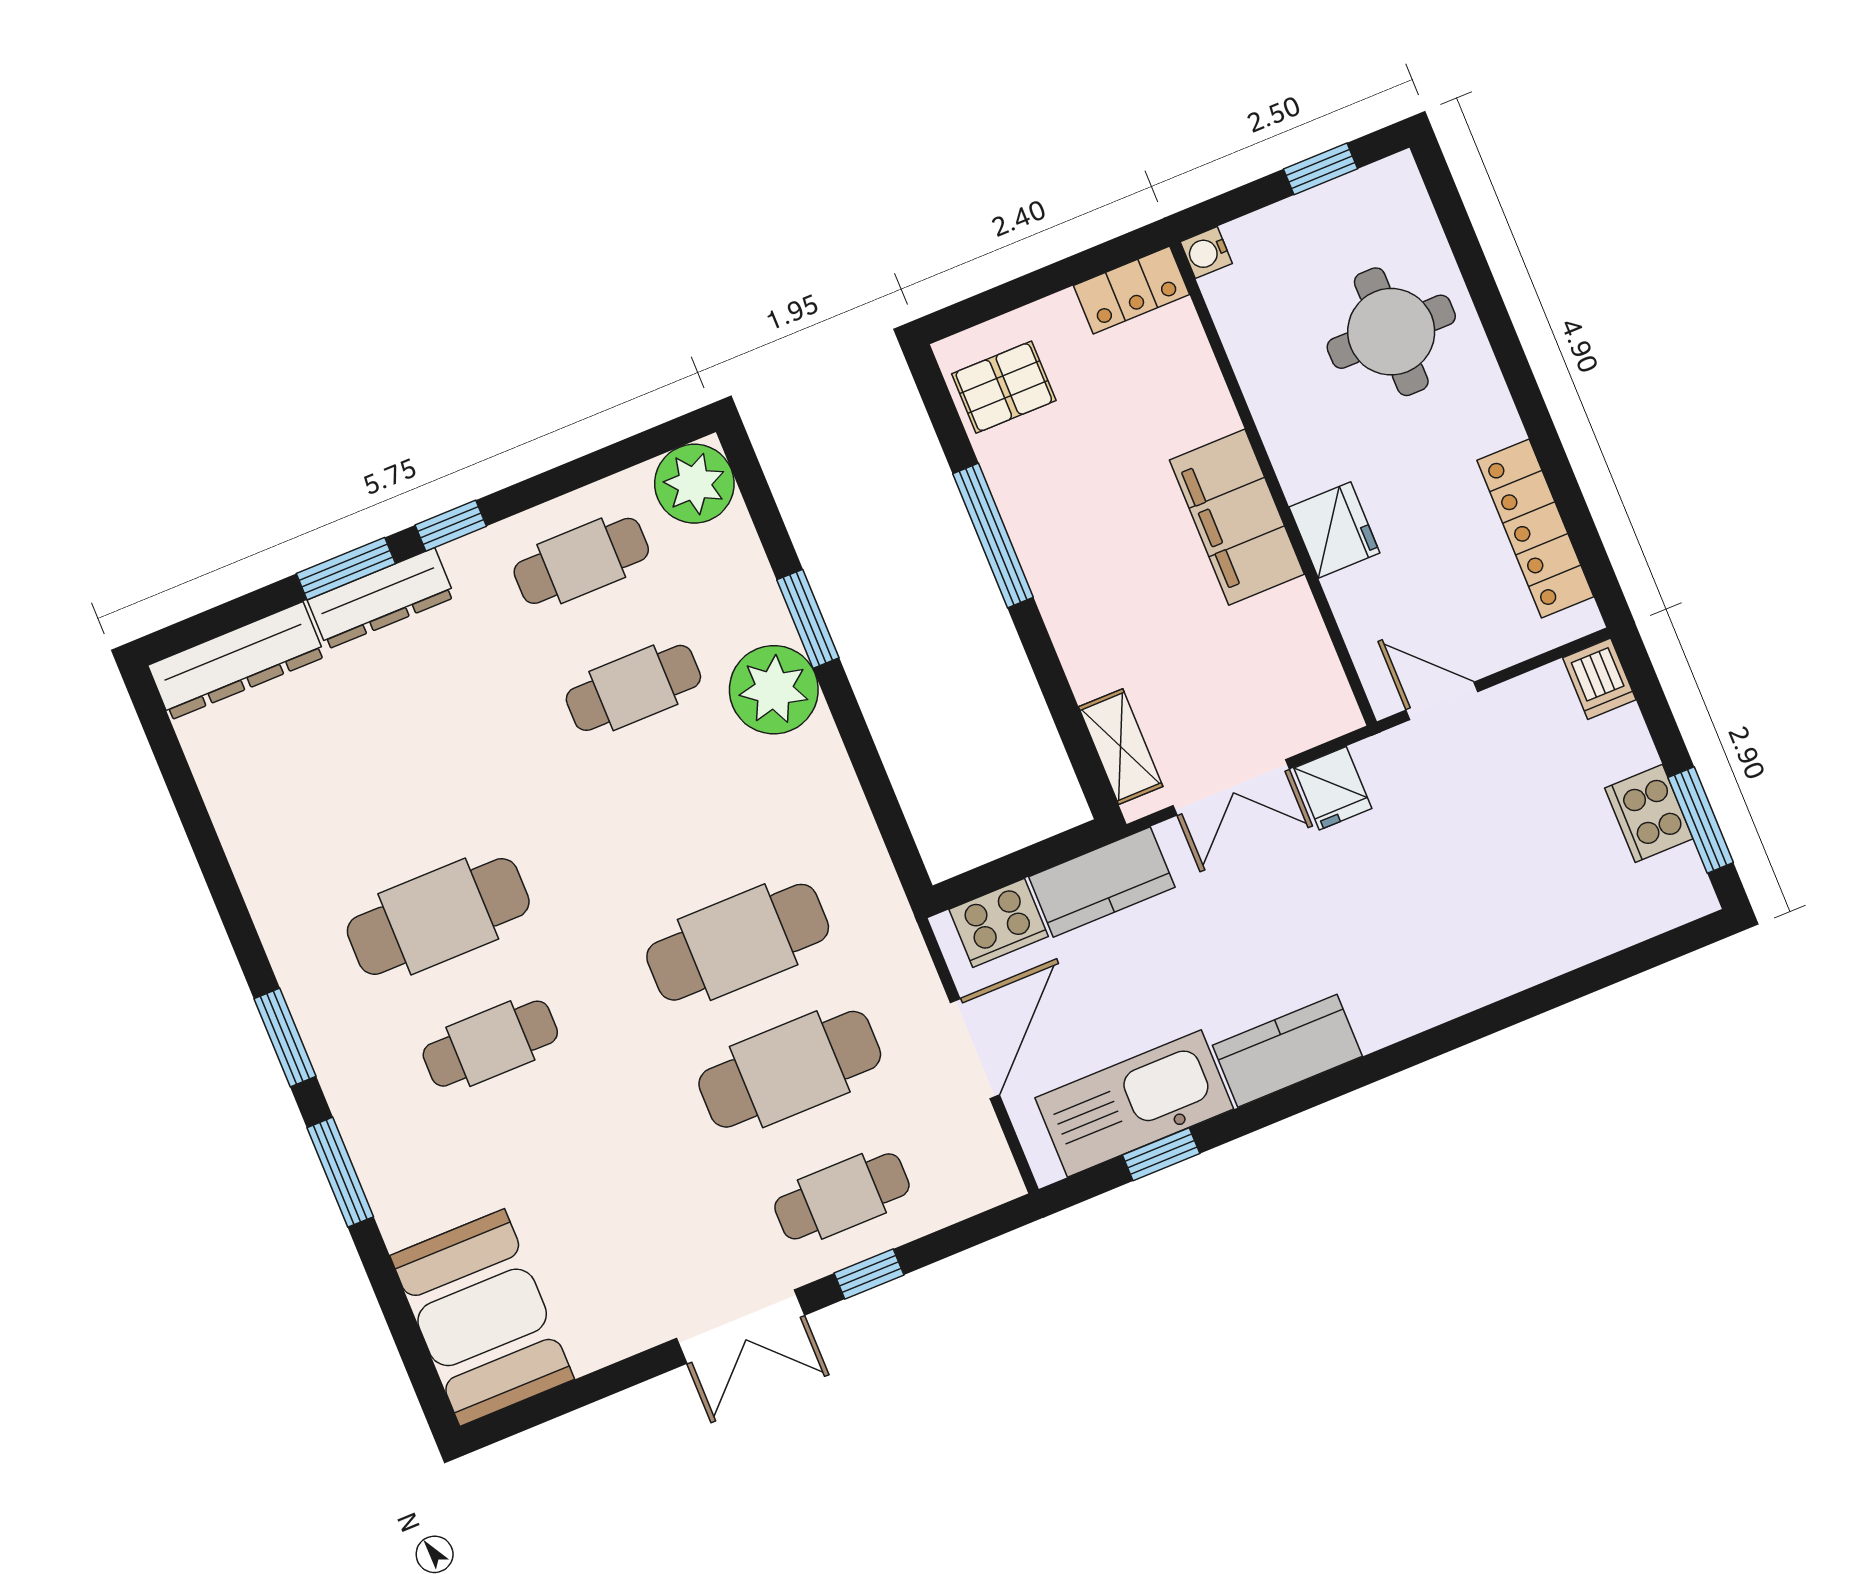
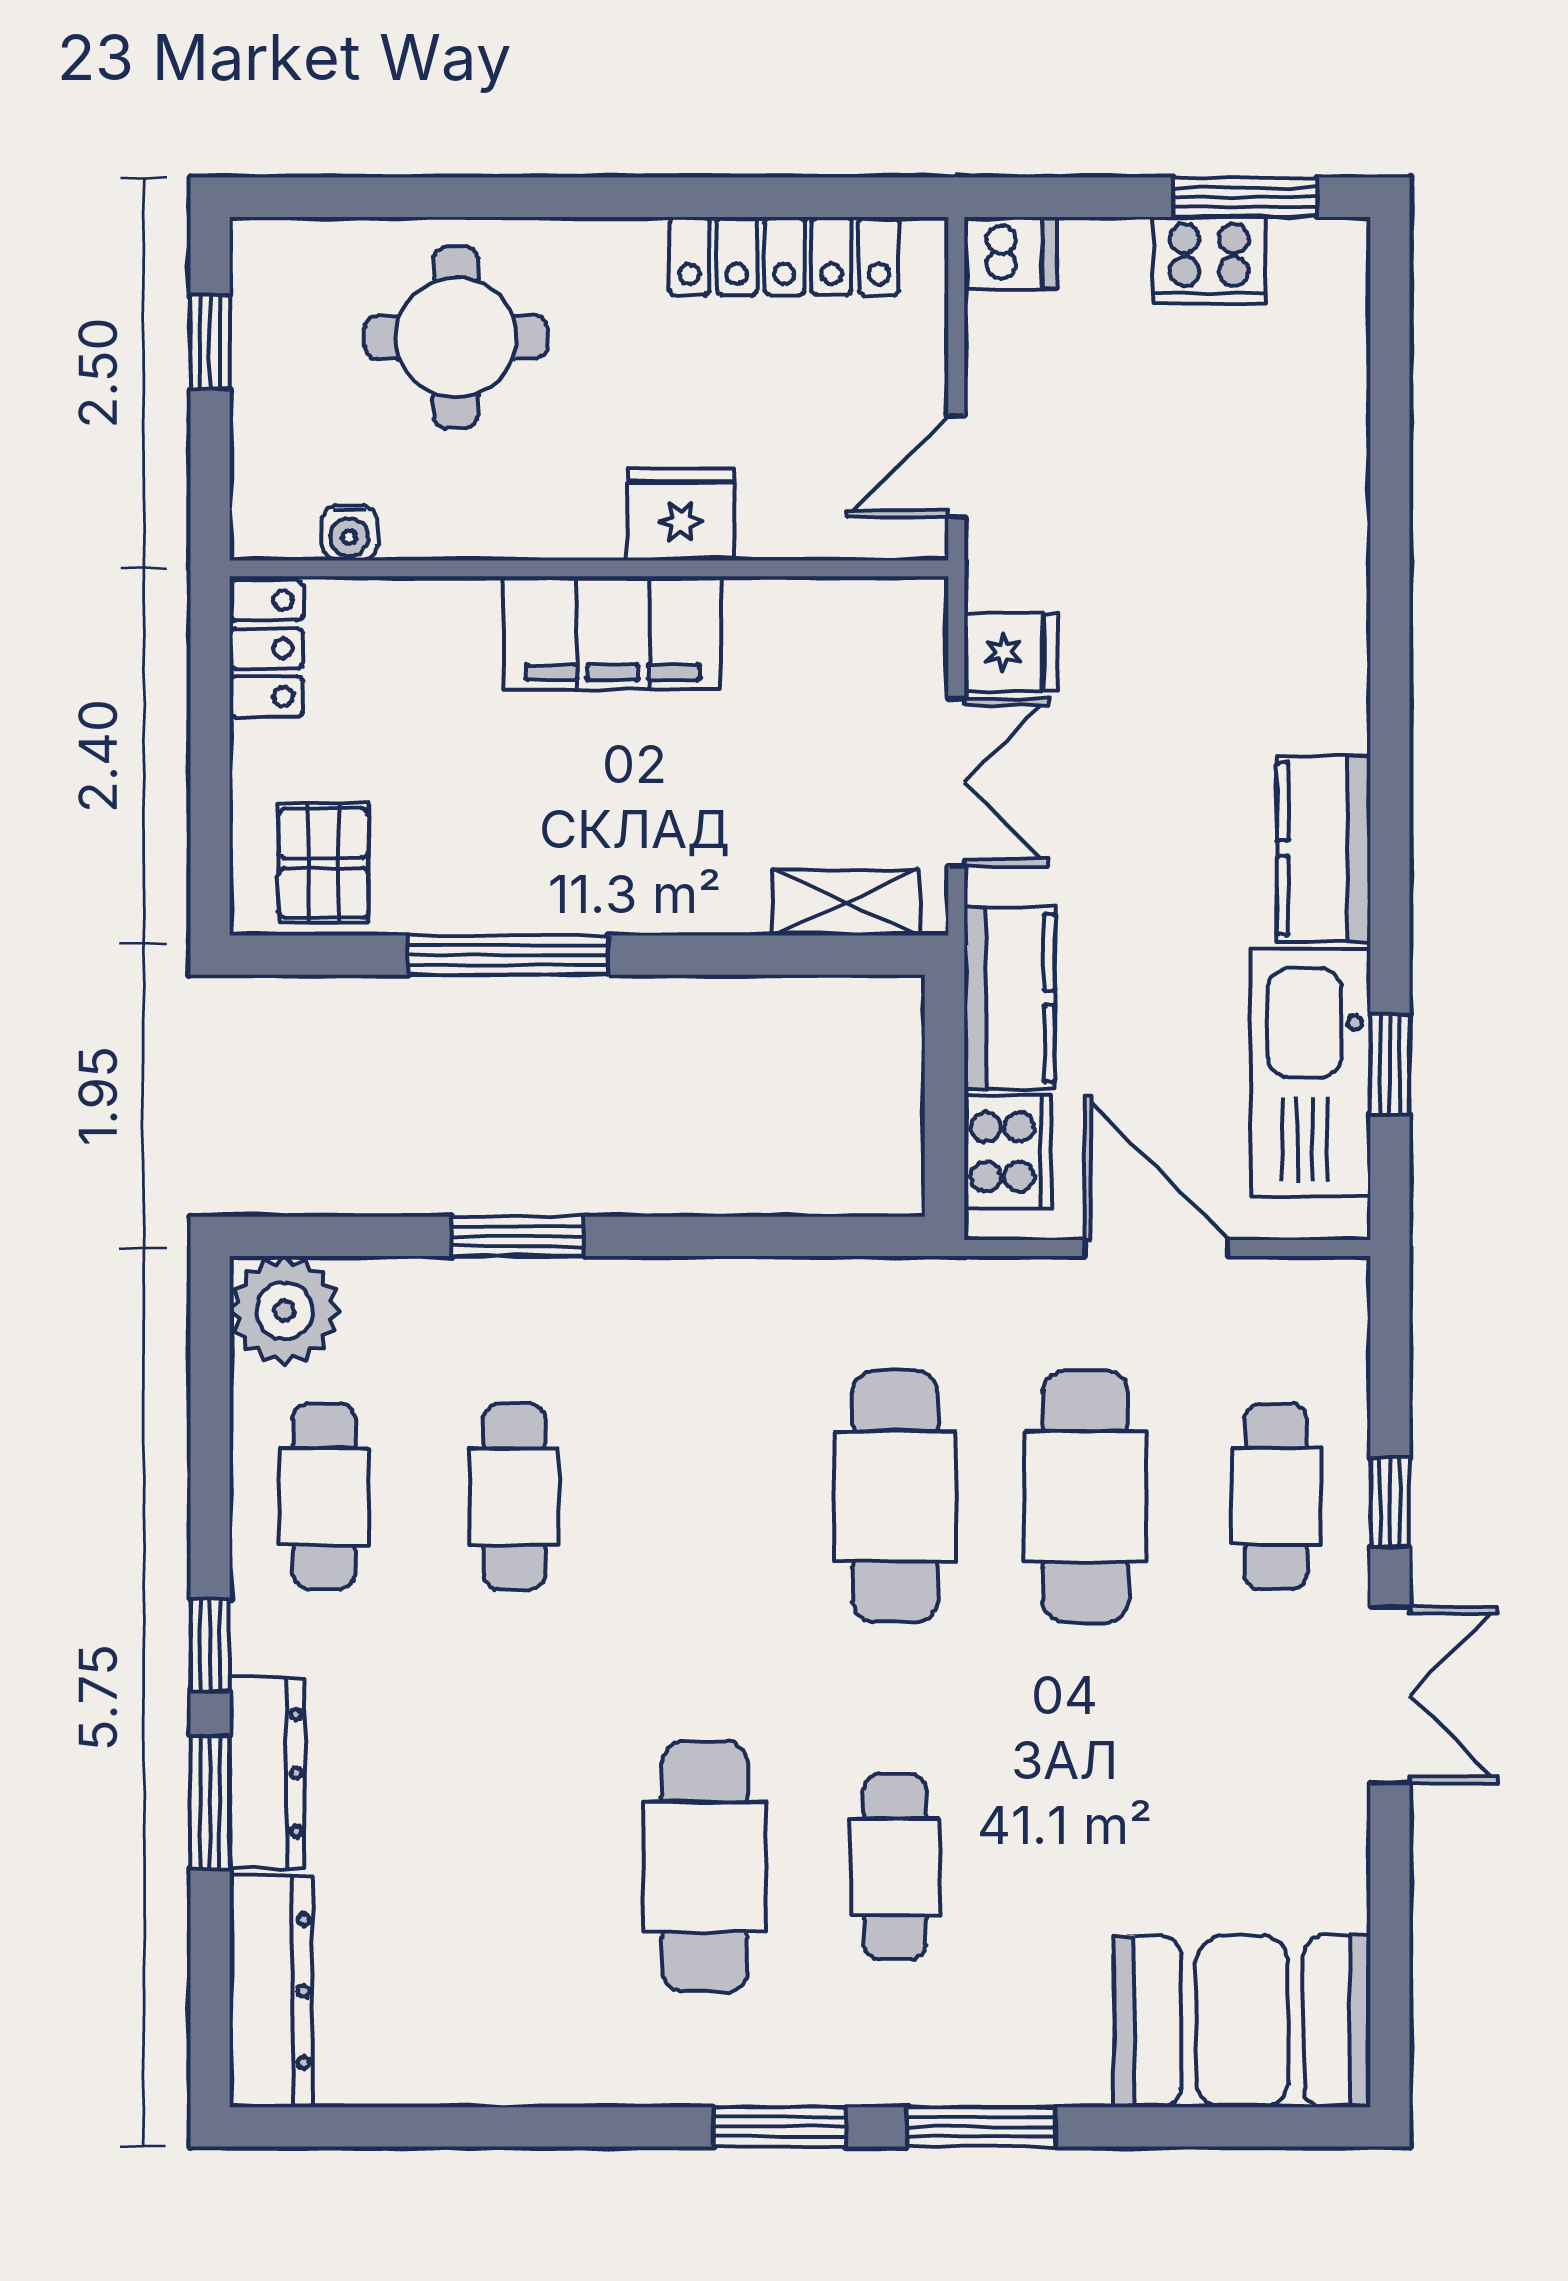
water cooler: (1206, 253) -> (349, 533), moved
plant: (774, 690) -> (590, 1317), removed

